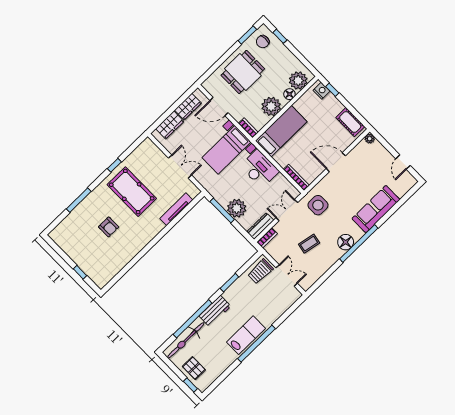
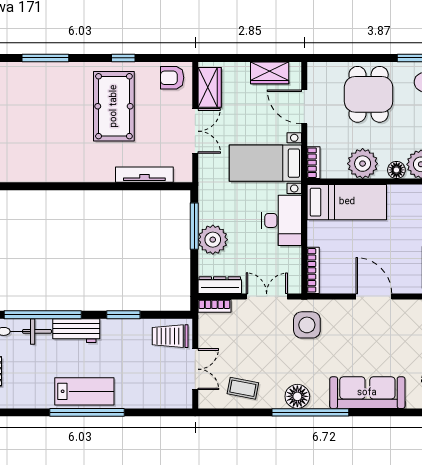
dining table: (243, 72) -> (369, 94), turned 90
wardrobe: (170, 125) -> (210, 87), moved, turned -90
armchair: (109, 227) -> (172, 78), moved, turned 90
coffee table: (309, 244) -> (243, 388), moved

